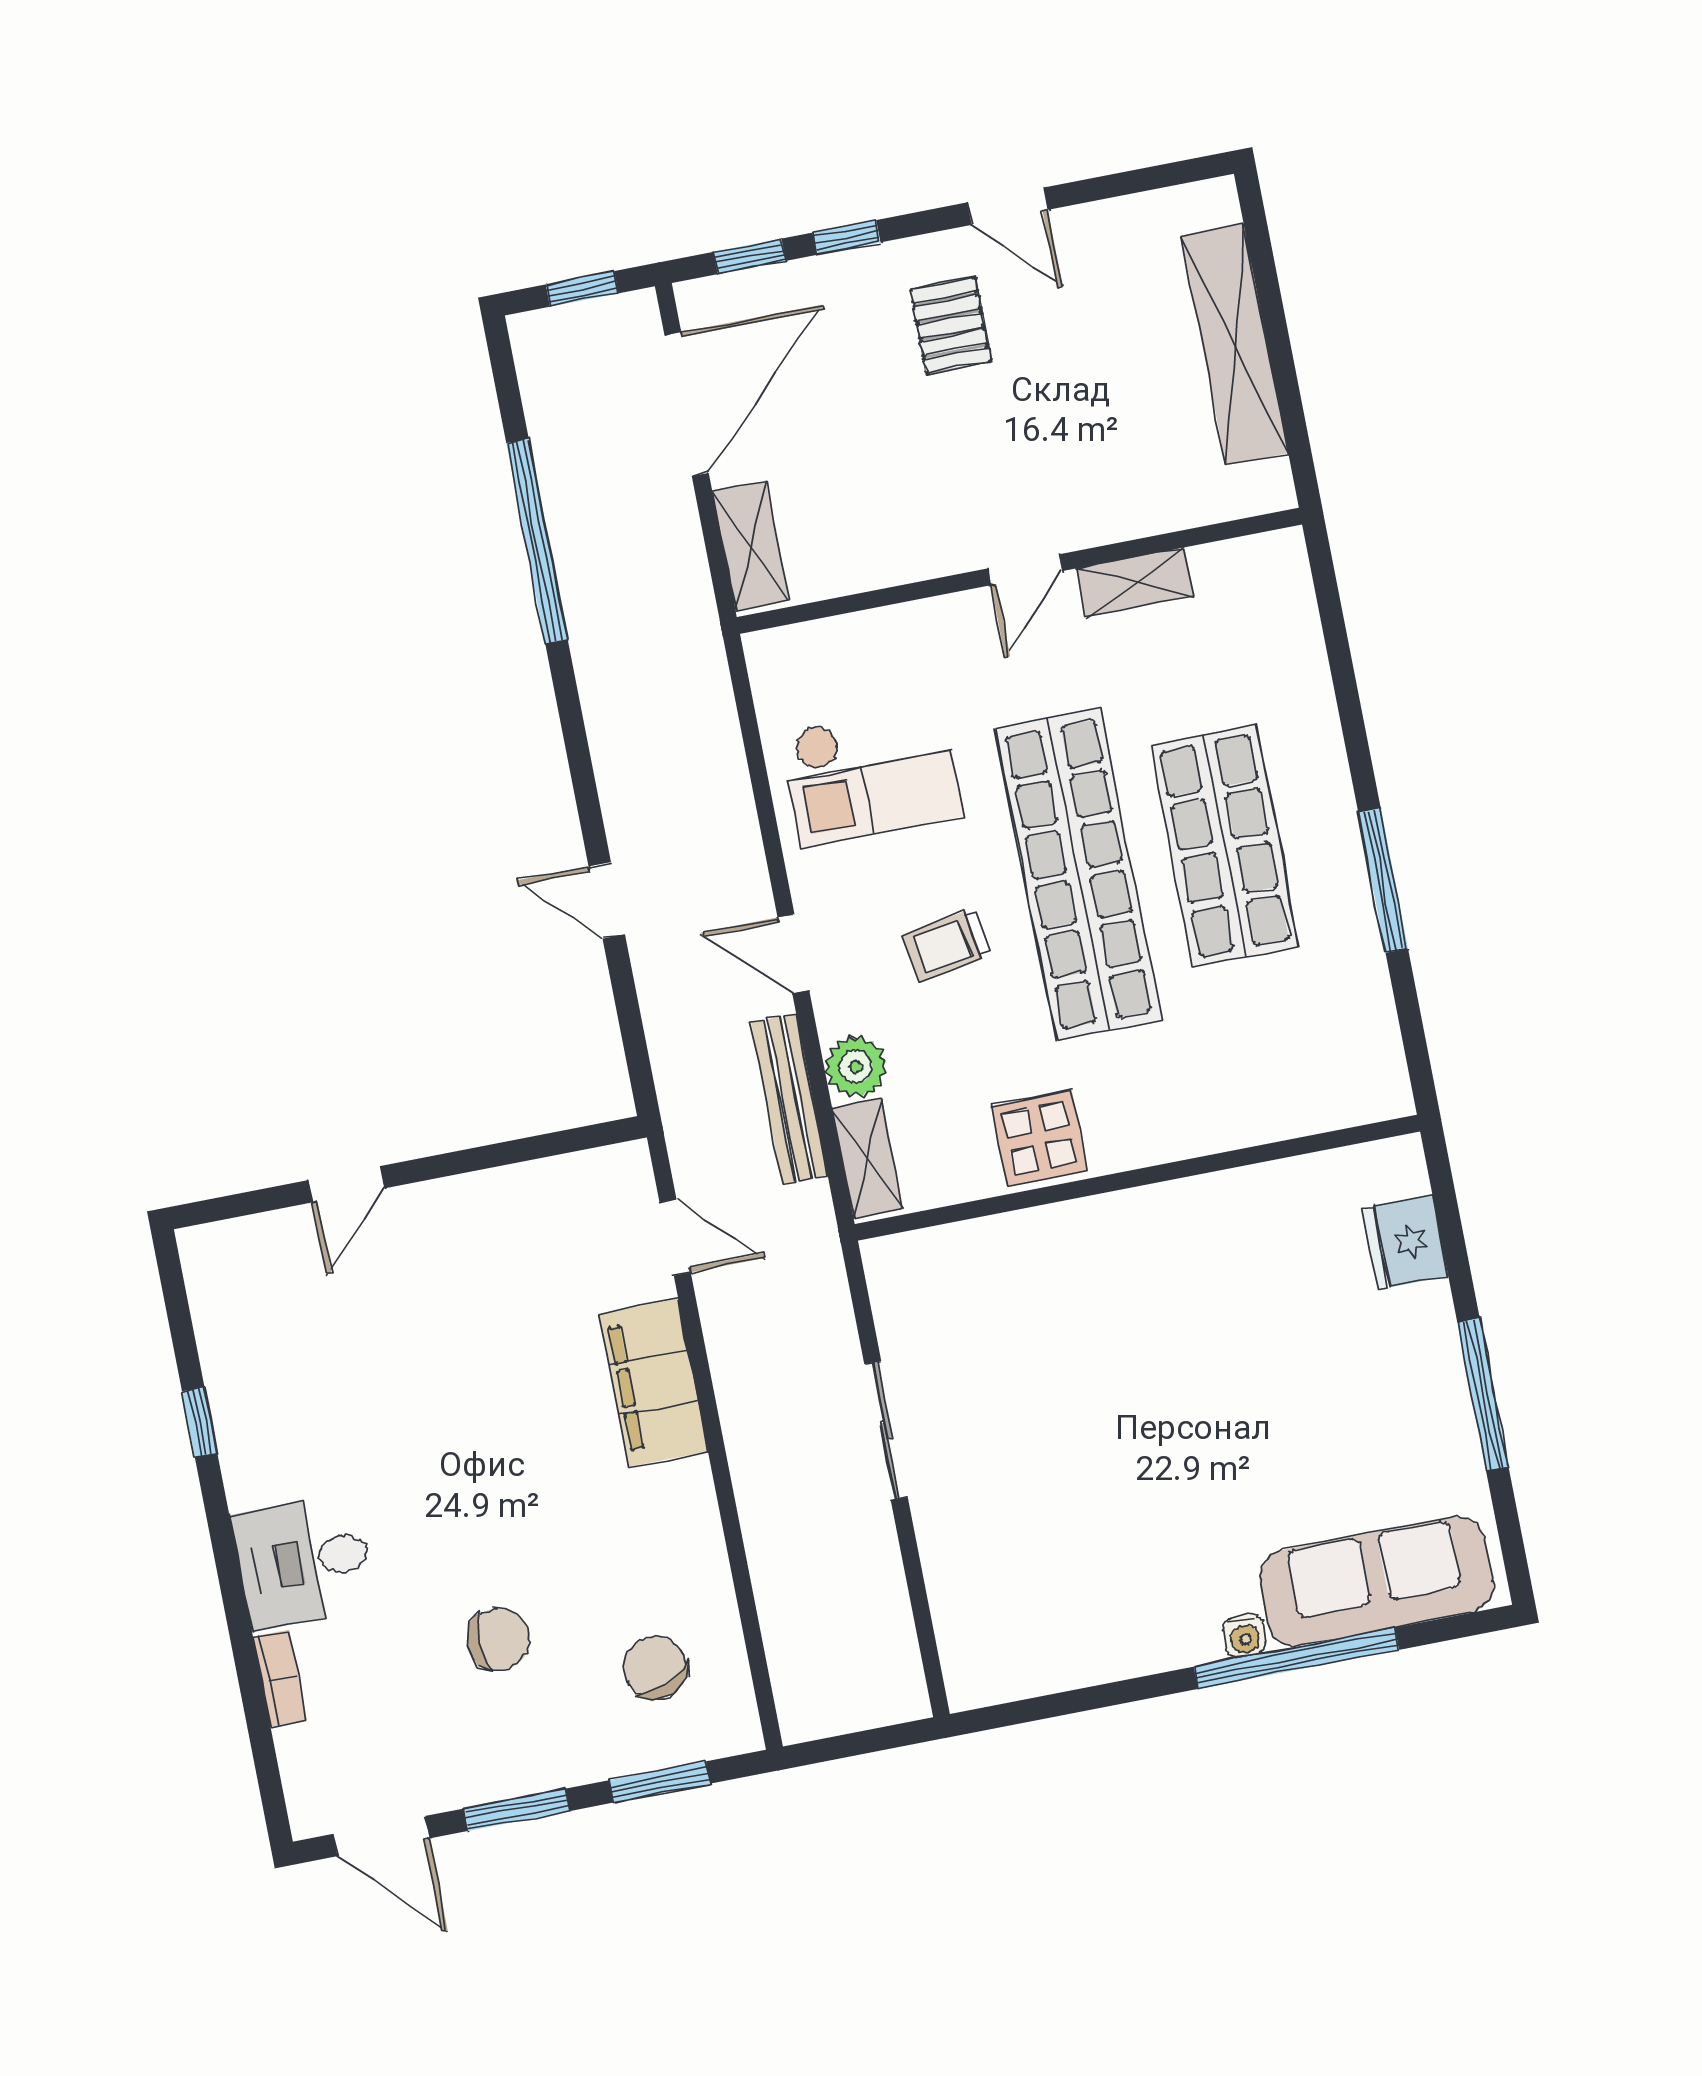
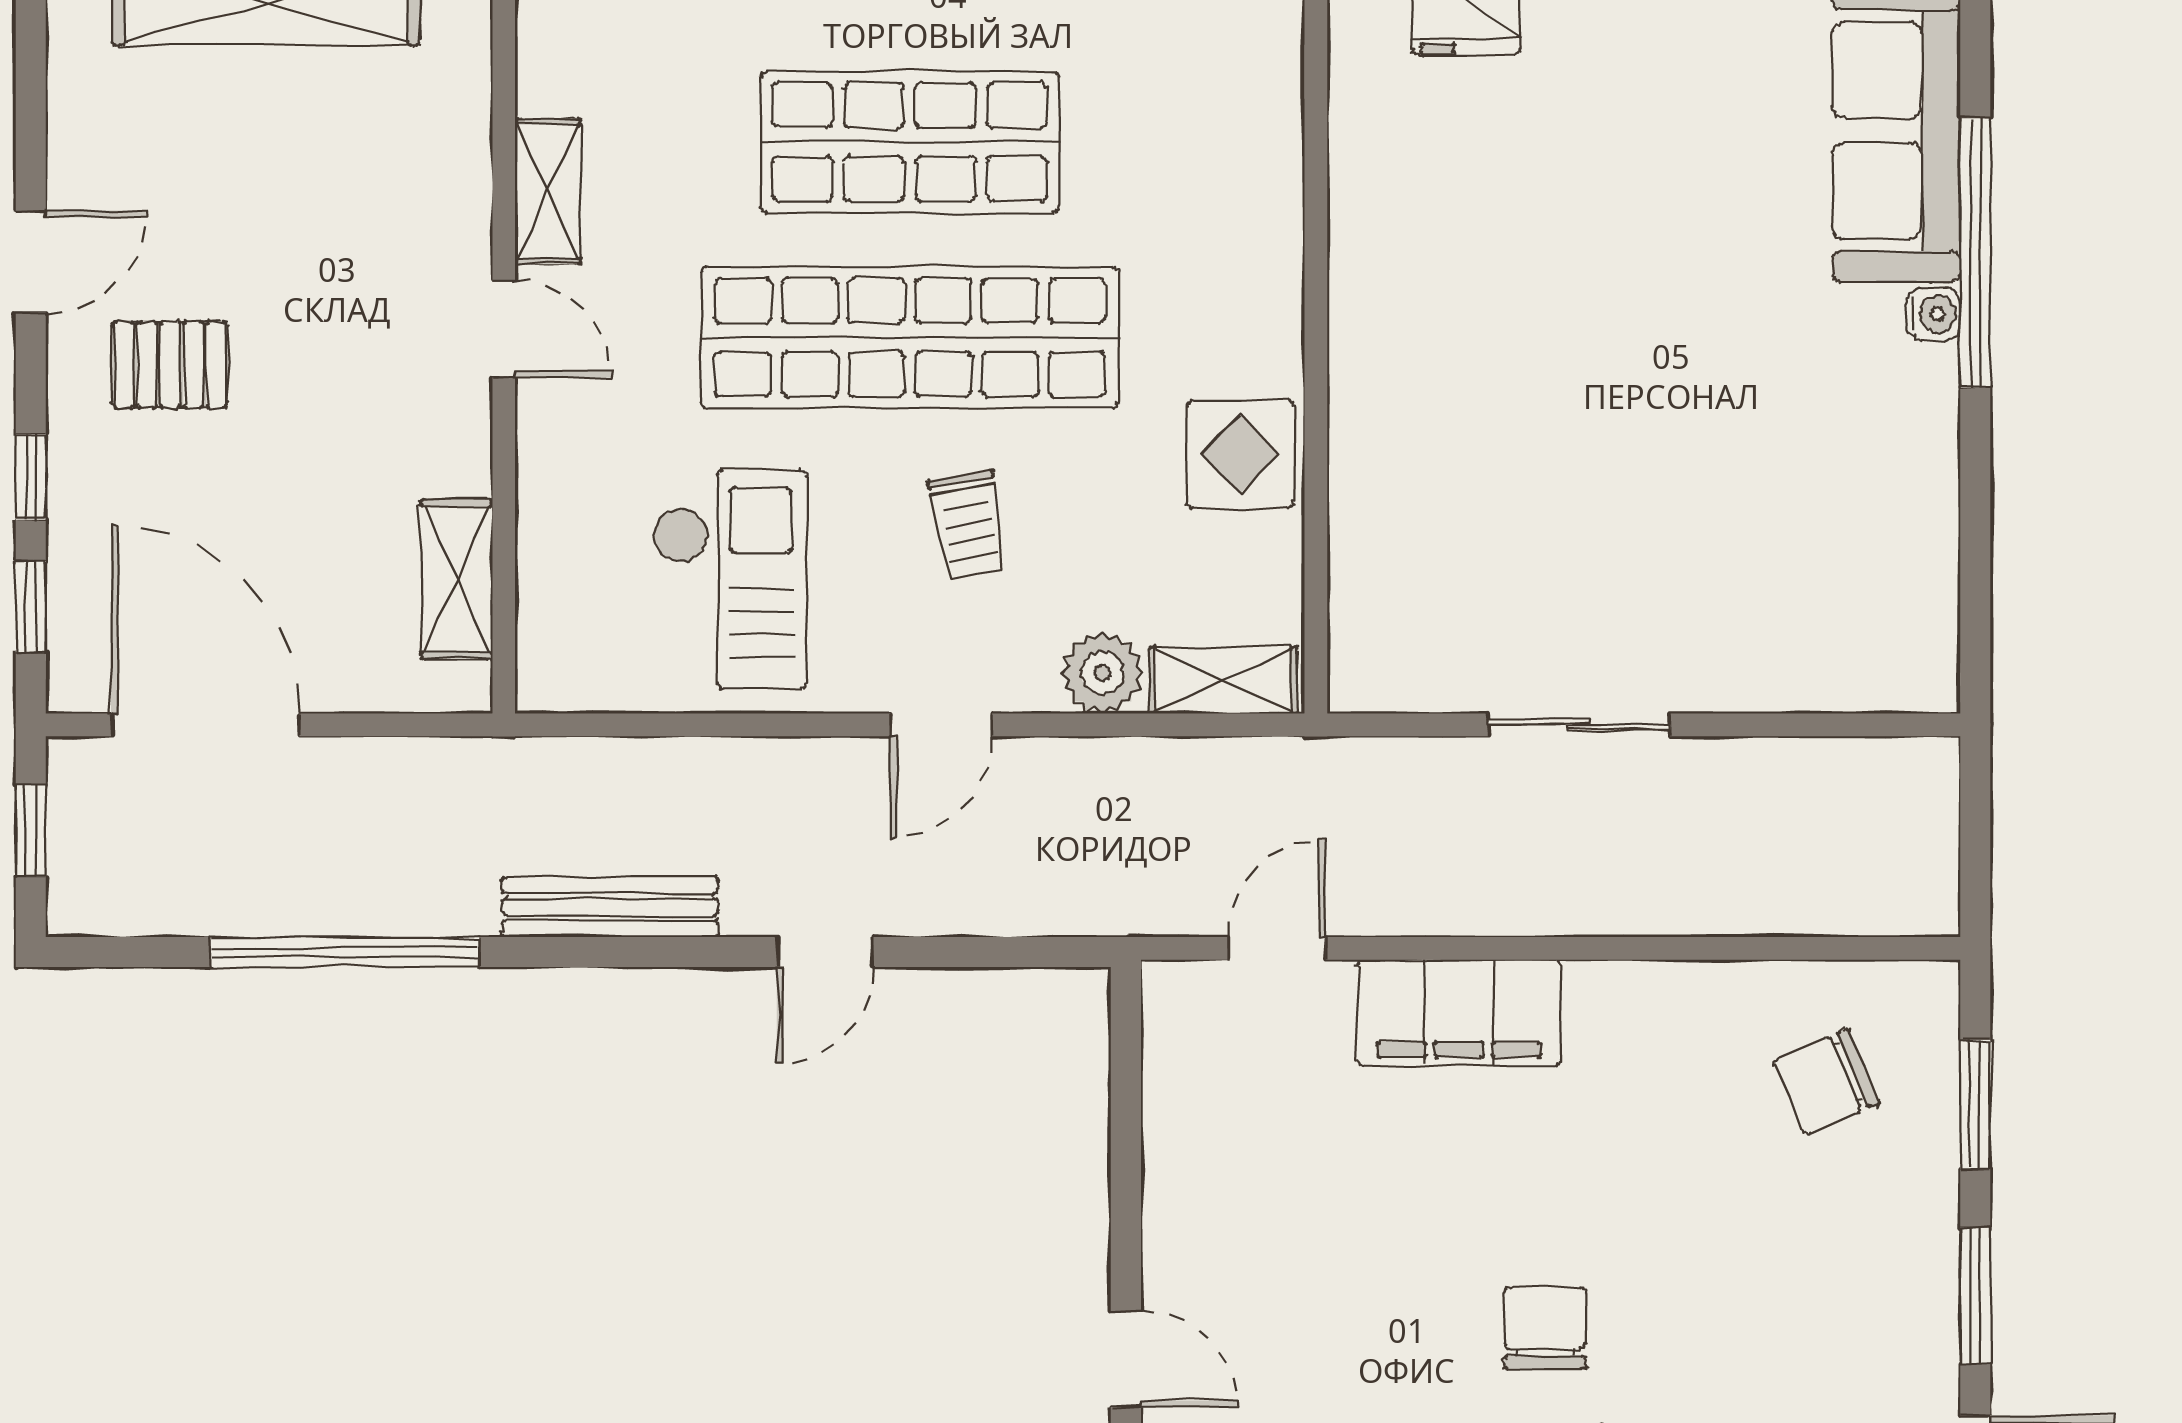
shelving: (751, 546) -> (457, 579), moved, turned 90
bench: (789, 1099) -> (610, 907), moved
chair: (499, 1639) -> (1545, 1328), moved

